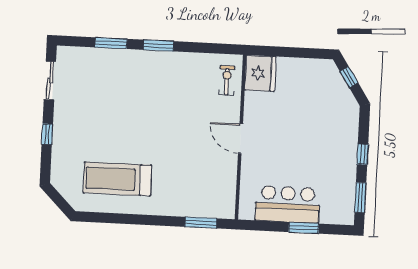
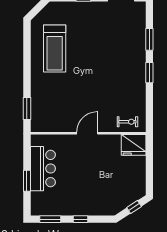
treadmill: (117, 179) -> (55, 49), turned 180

